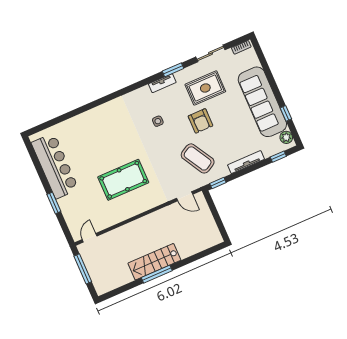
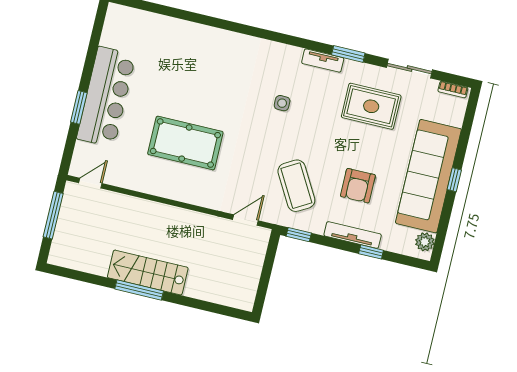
window: (286, 113) -> (454, 180), moved
armchair: (201, 121) -> (358, 186), moved
window: (278, 157) -> (371, 252), moved
bar counter: (55, 166) -> (106, 97), moved
door: (185, 196) -> (245, 220), swing flipped

